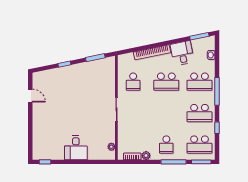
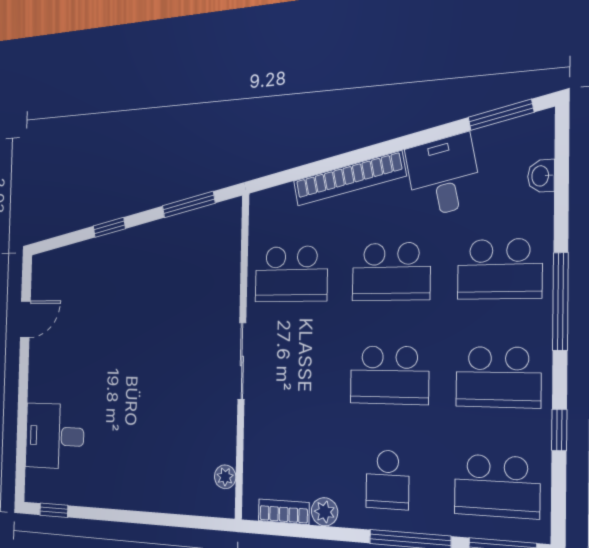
school desk: (133, 82) -> (291, 274), width x1.85
door: (30, 96) -> (25, 319), hinge flipped
school desk: (166, 113) -> (389, 375), added
desk: (76, 148) -> (55, 436), moved, turned 90

